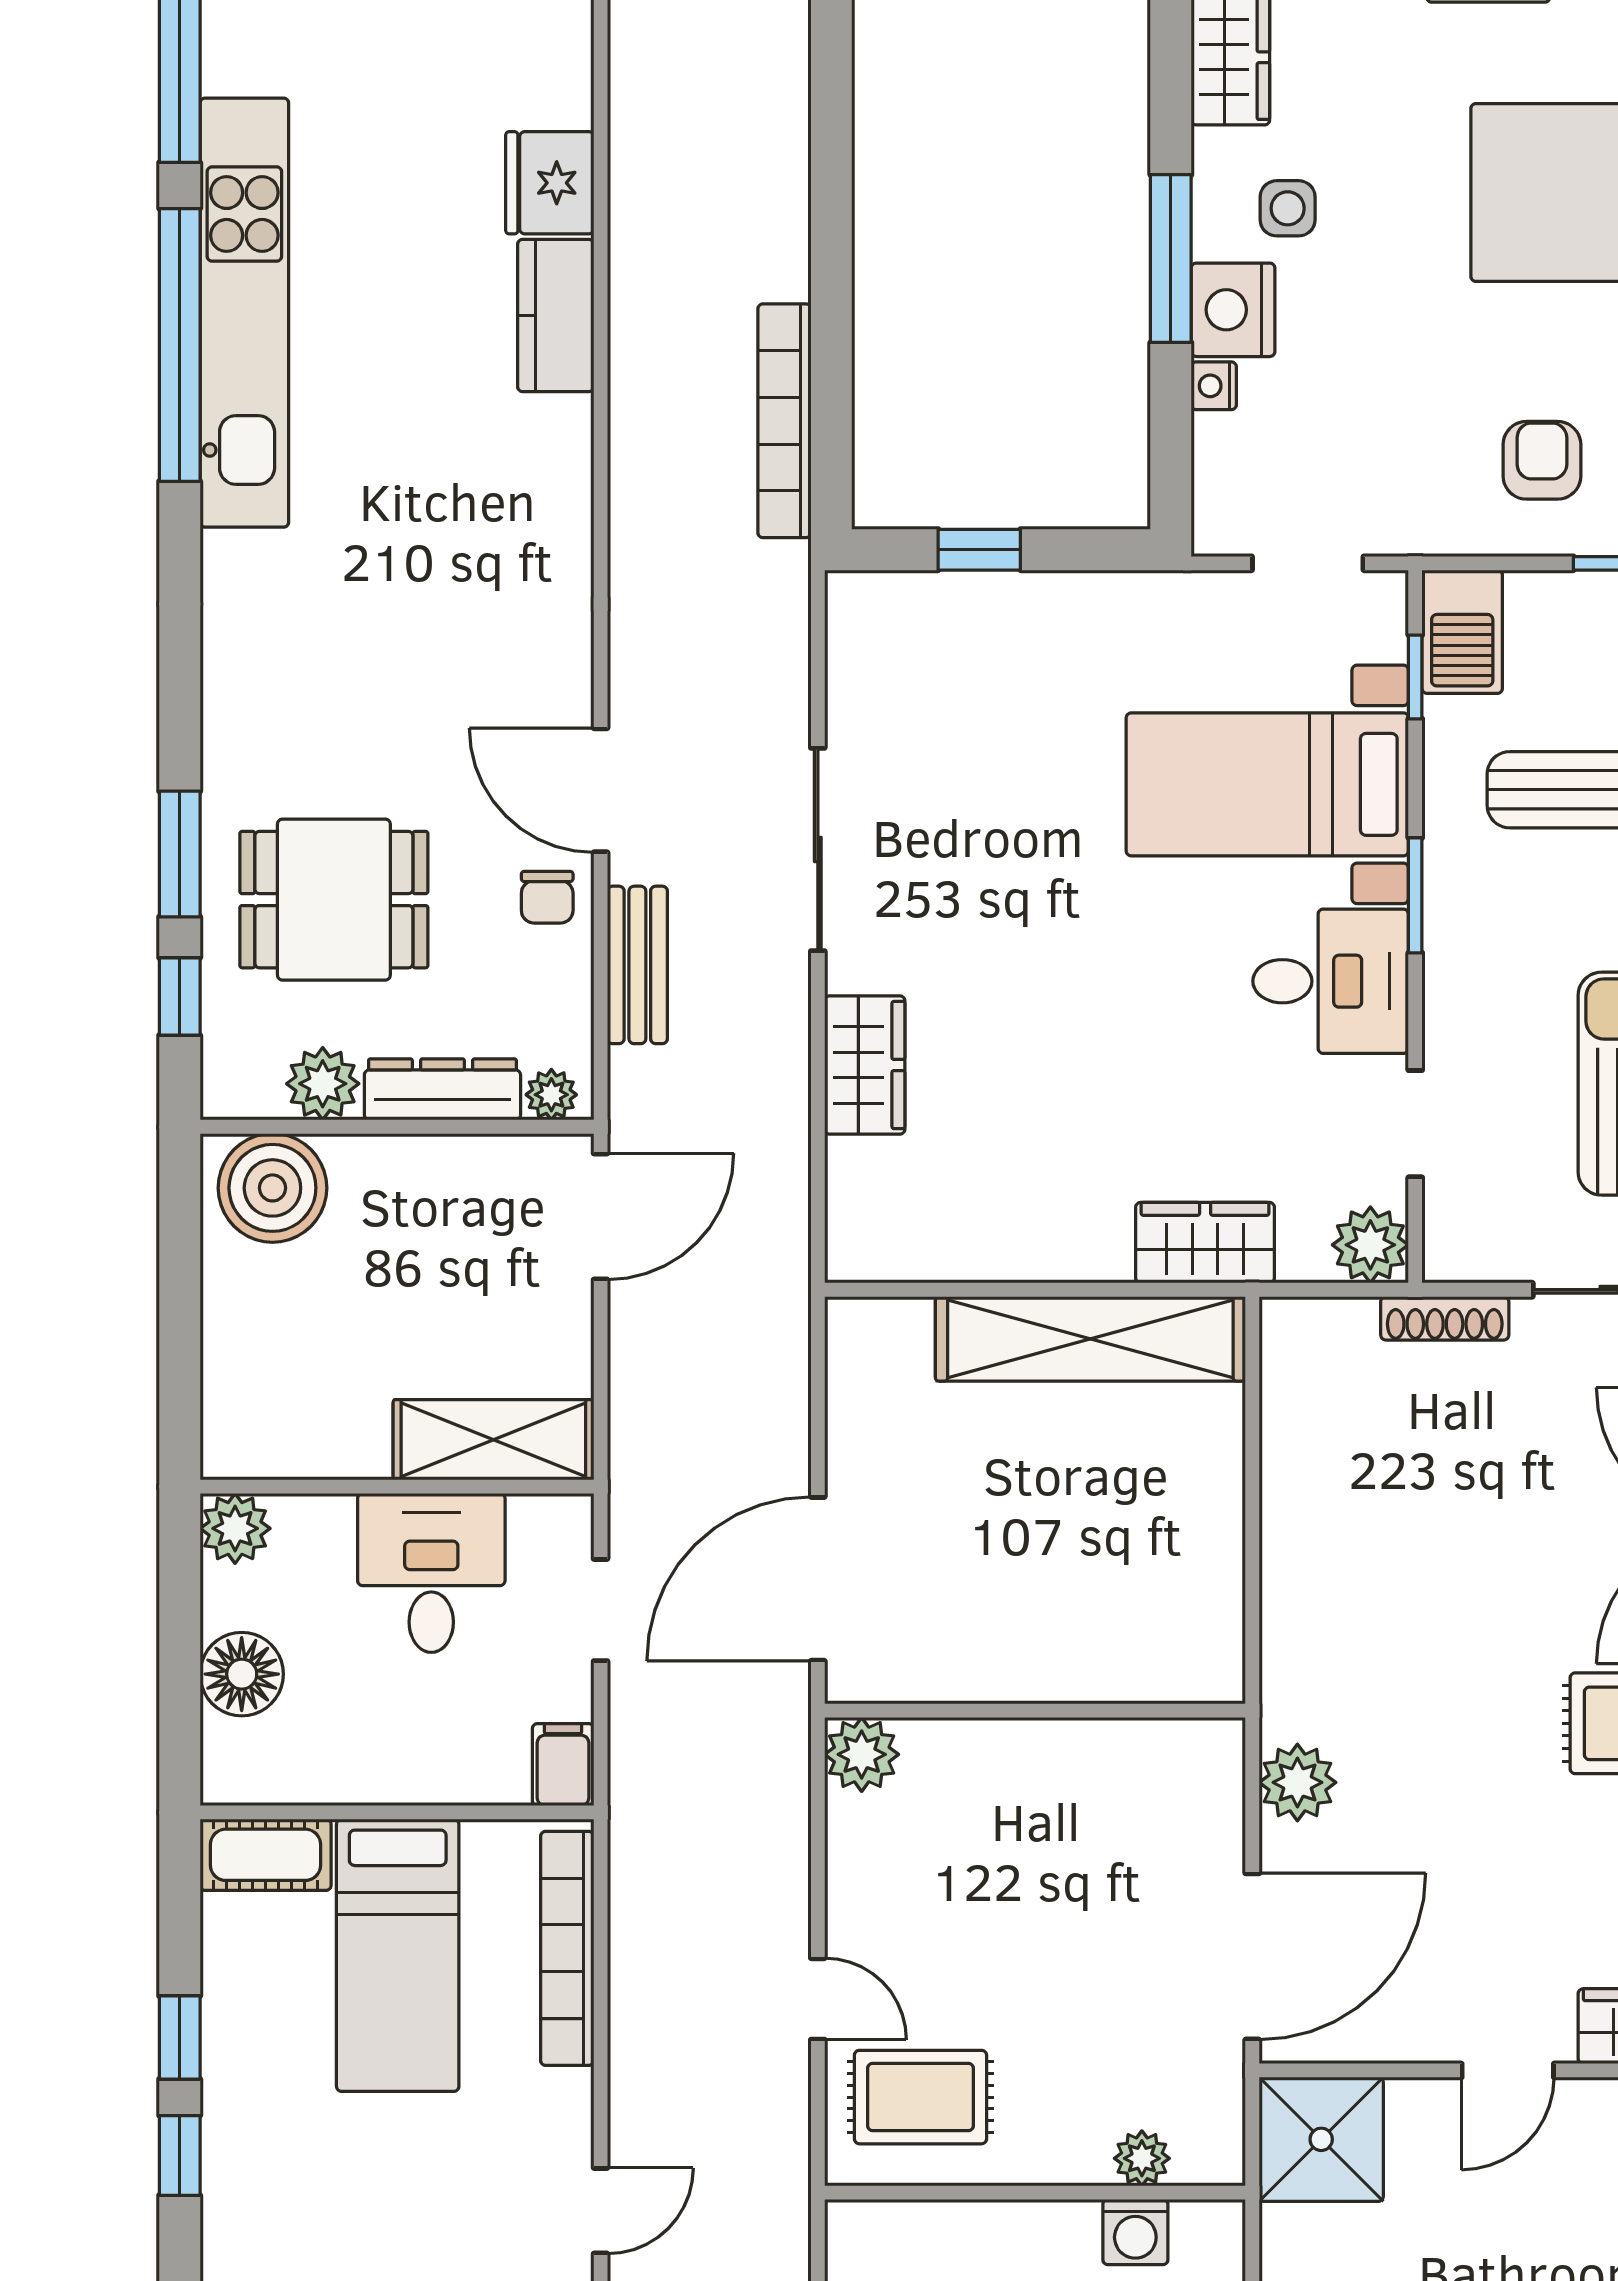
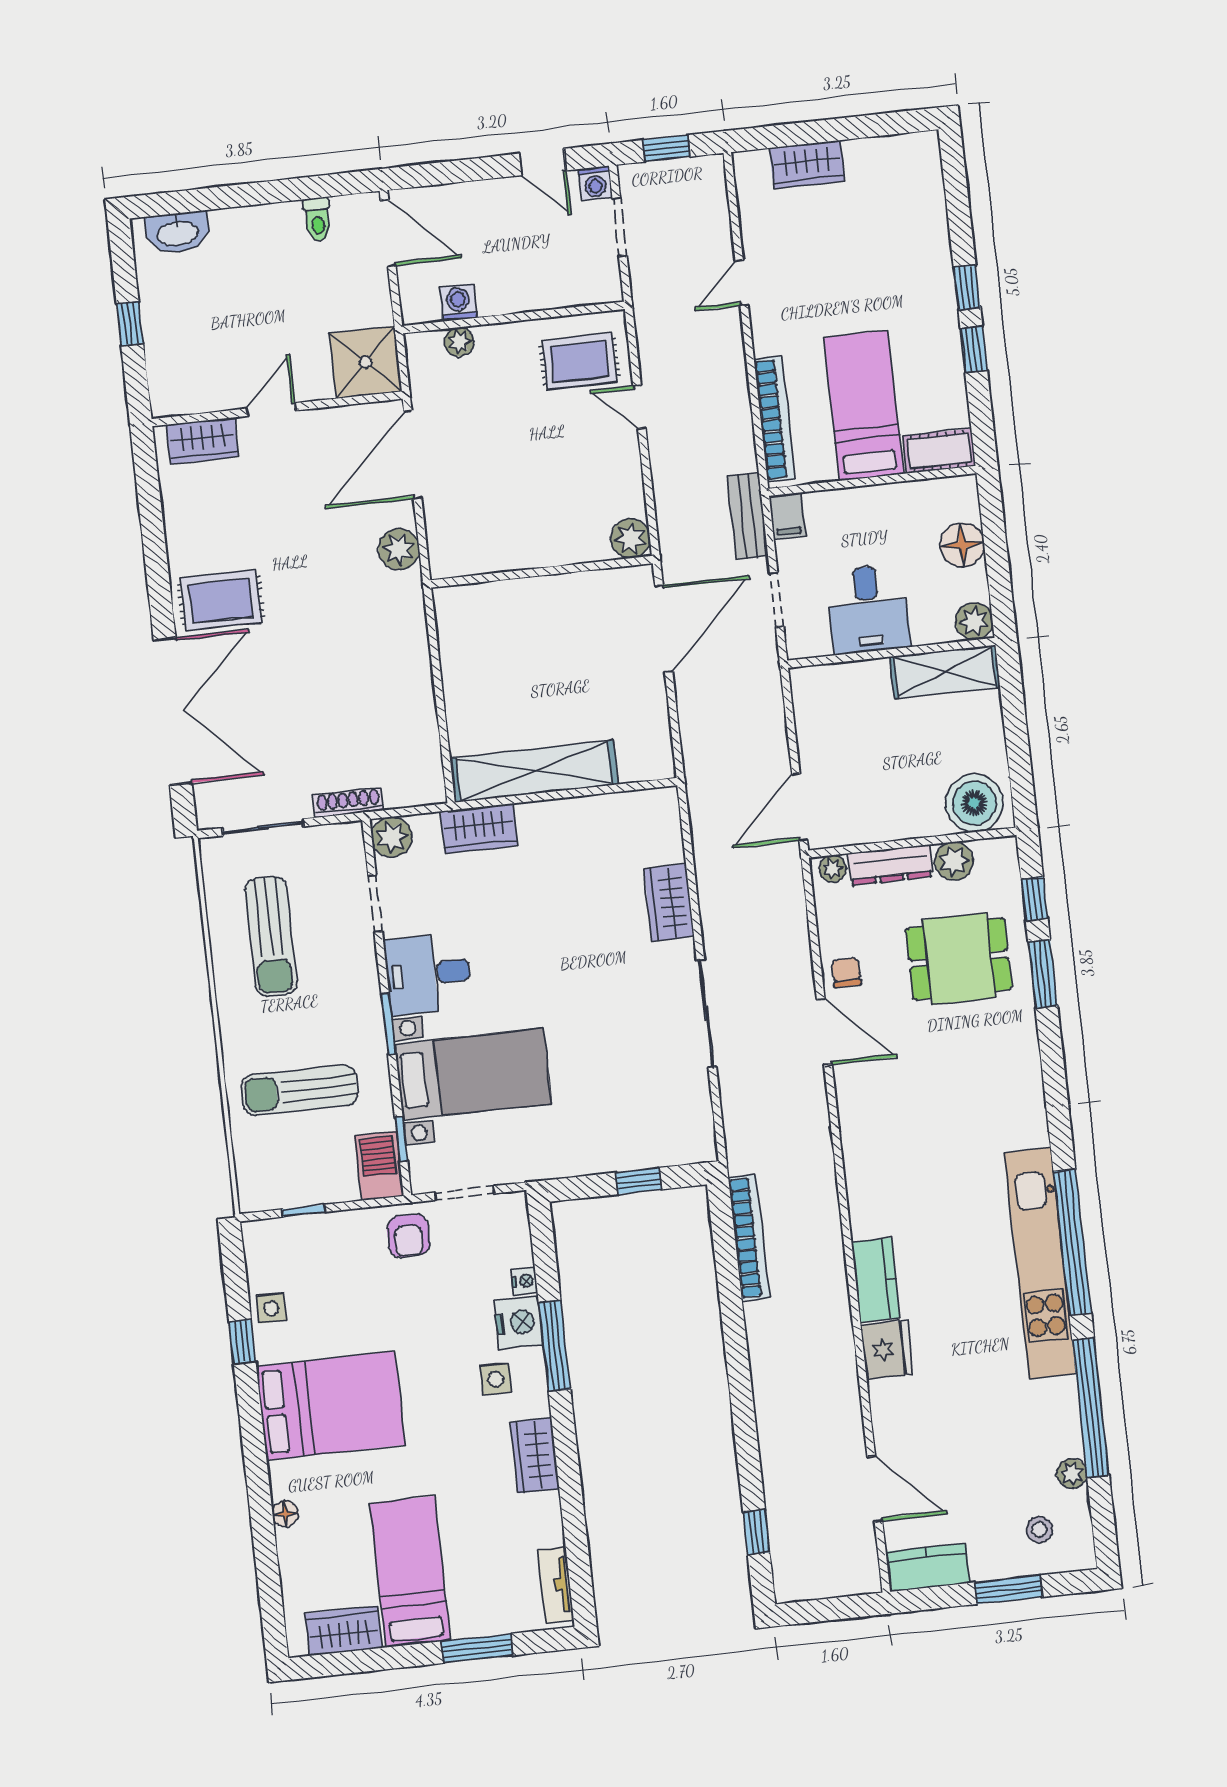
armchair: (1542, 460) -> (408, 1236), moved
bench: (637, 965) -> (748, 516), moved
shelving: (493, 1440) -> (945, 672), moved

